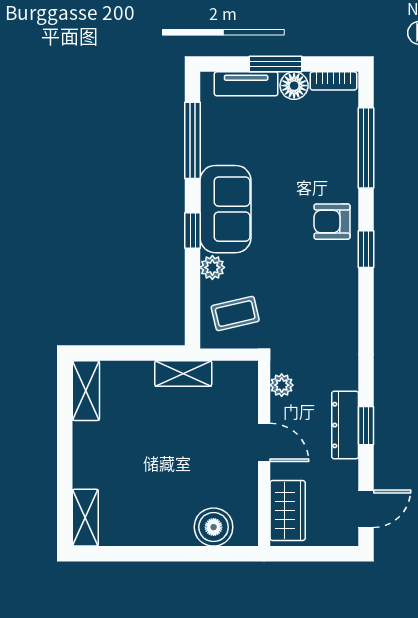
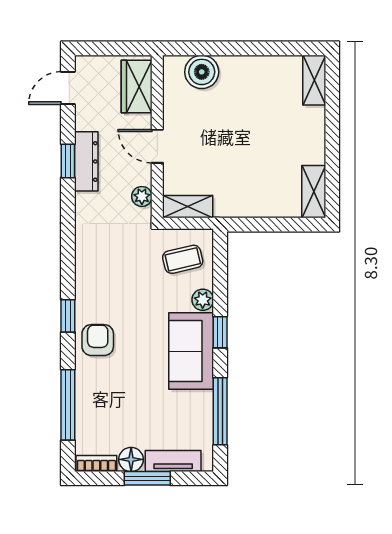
armchair: (332, 222) -> (98, 340), turned -90
shelving: (183, 373) -> (188, 207), moved

